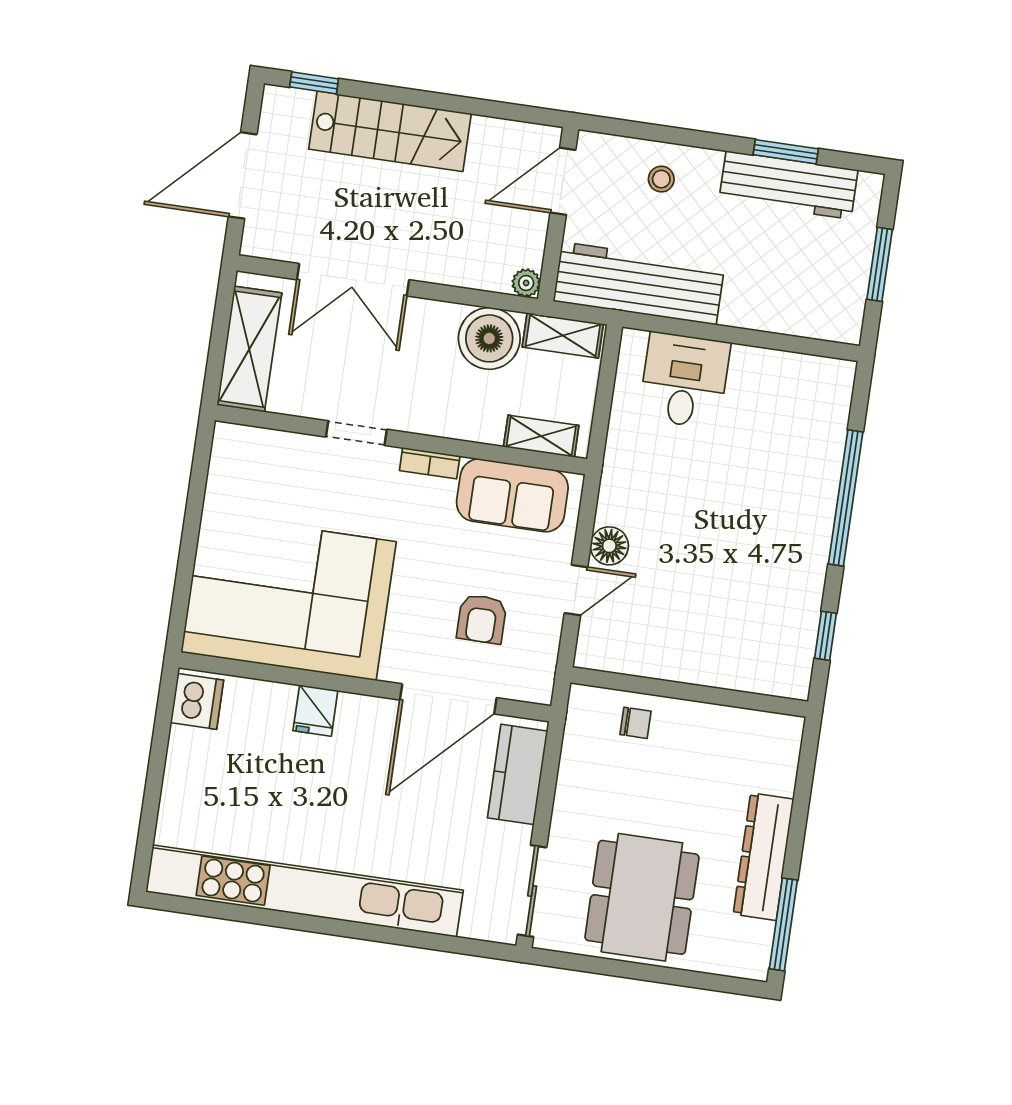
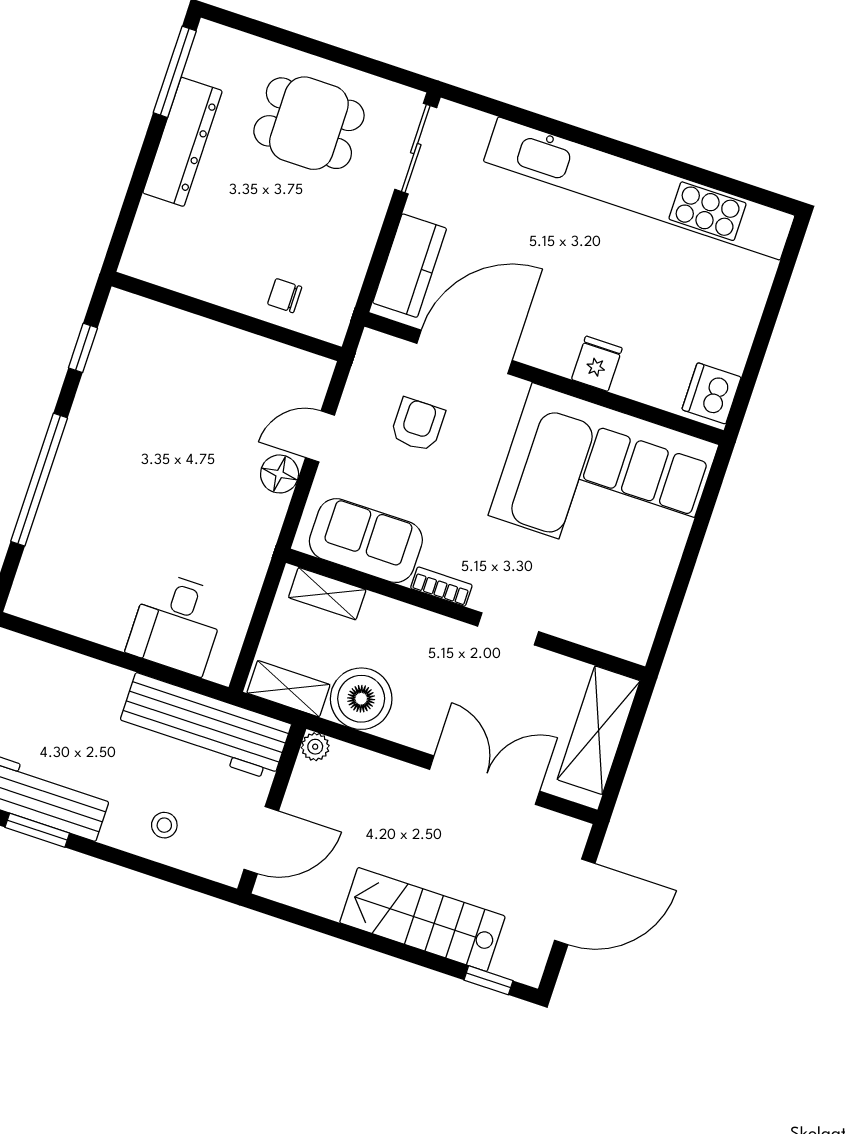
dining table: (642, 897) -> (309, 123), width x0.73

